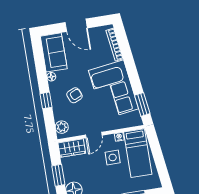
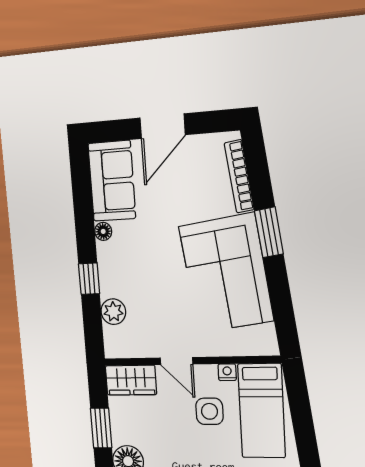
door: (76, 25) -> (163, 126), hinge flipped
armchair: (74, 95) -> (146, 275), removed
window: (142, 104) -> (269, 232), moved
plant: (62, 127) -> (113, 312), moved
door: (94, 135) -> (176, 361), hinge flipped

